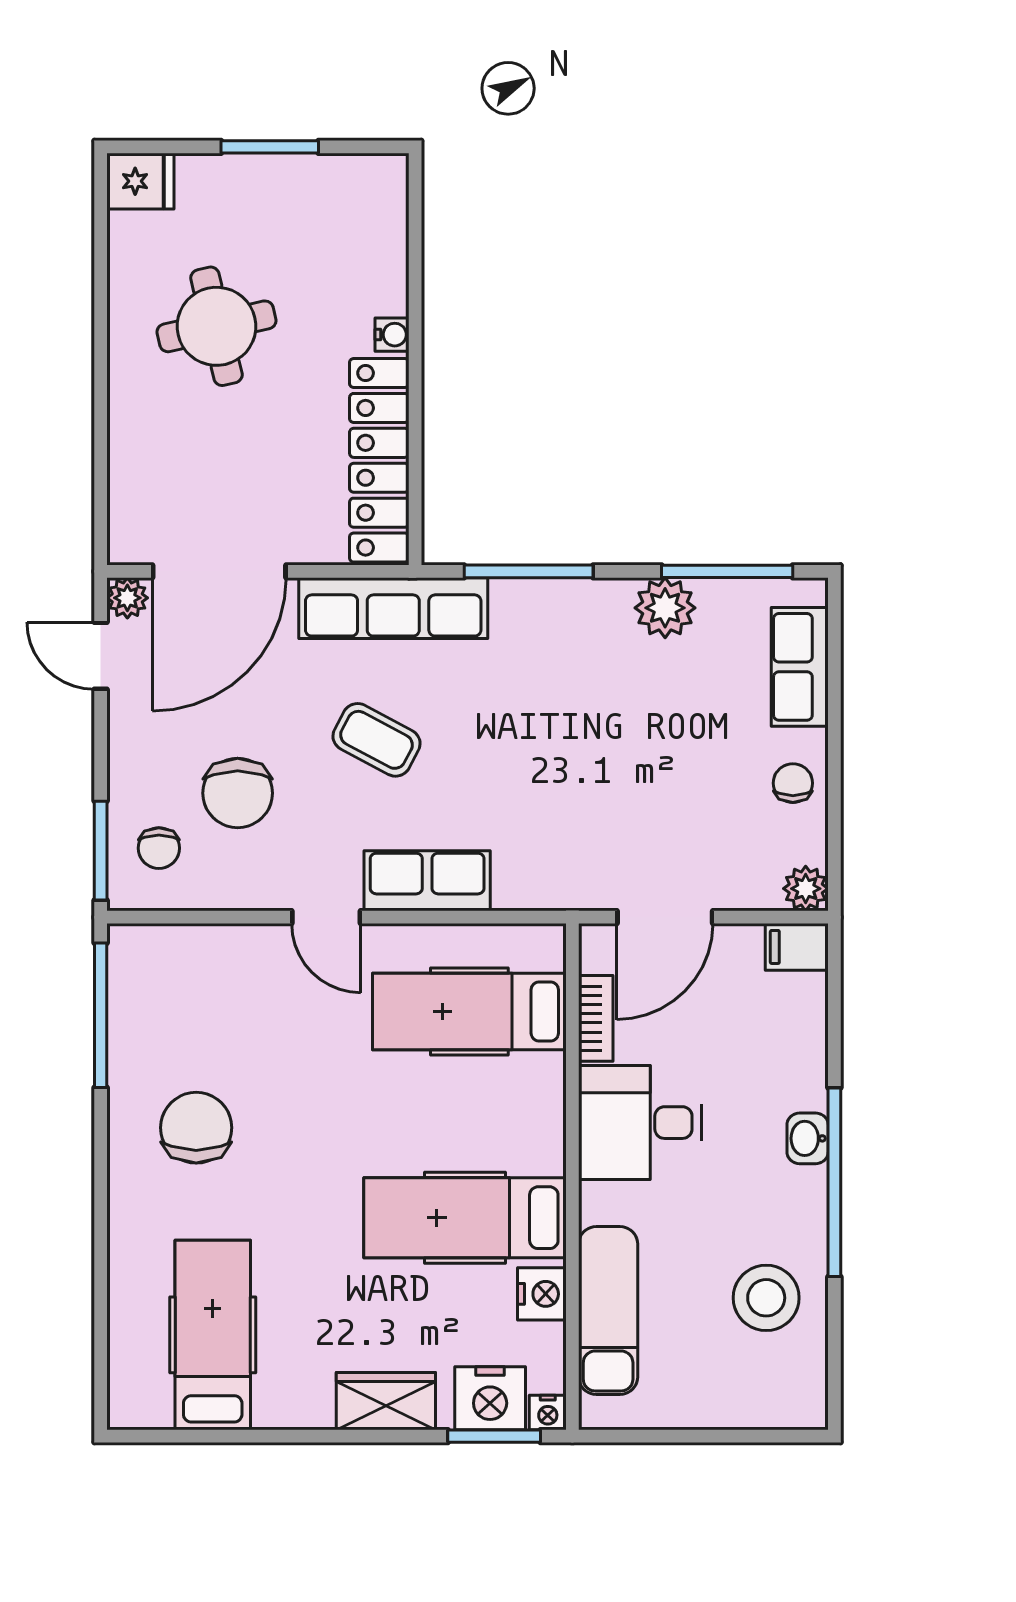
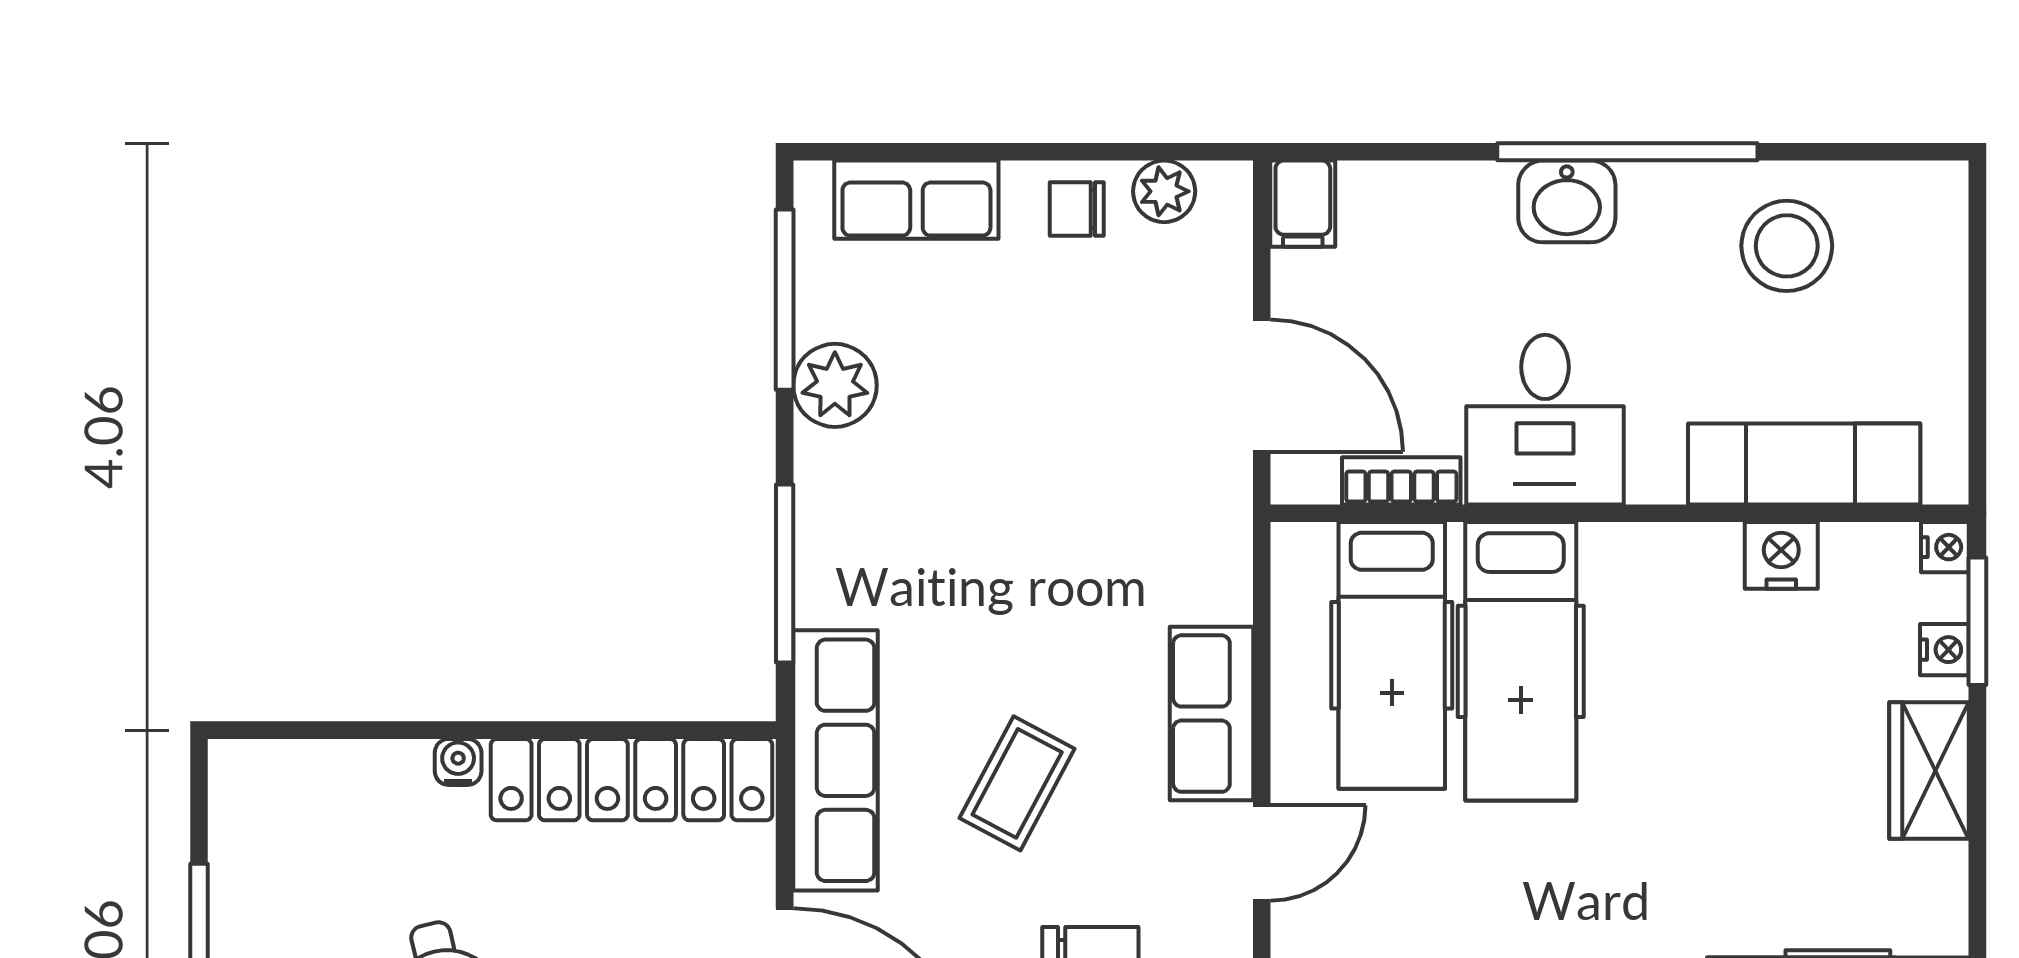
plant: (806, 889) -> (1164, 191), moved
washbasin: (808, 1138) -> (1567, 201), width x1.38, depth x1.45
hospital bed: (465, 1218) -> (1521, 661), moved
nightstand: (490, 1398) -> (1944, 650), width x0.53, depth x0.56

